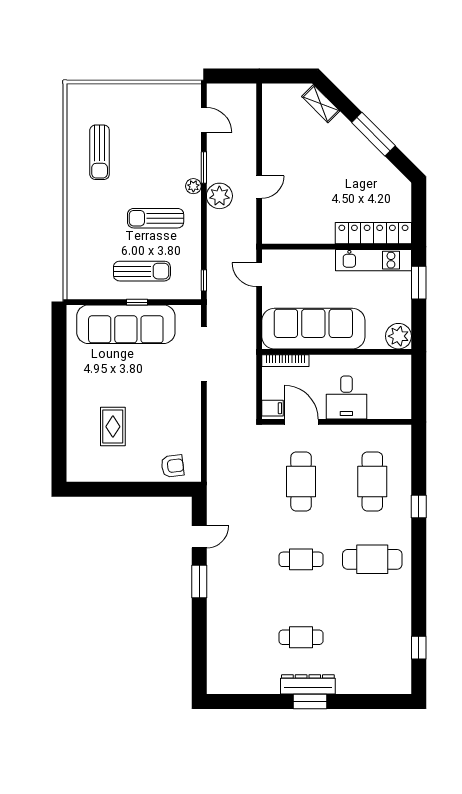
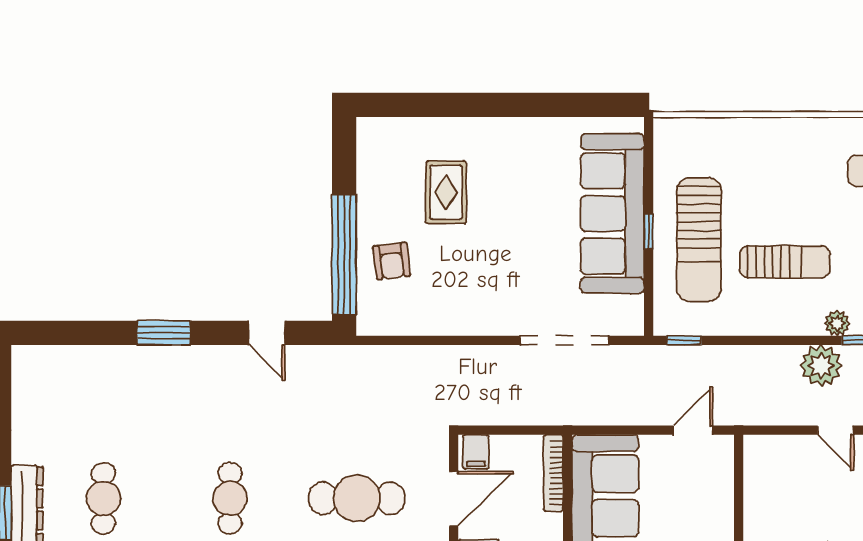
sun lounger: (156, 218) -> (785, 262), turned 90
sun lounger: (142, 271) -> (699, 240), width x1.36, depth x1.34
rug: (113, 427) -> (446, 192), turned 90
armchair: (173, 466) -> (392, 261), moved
window: (151, 489) -> (344, 254), added
window: (199, 581) -> (164, 333), moved

